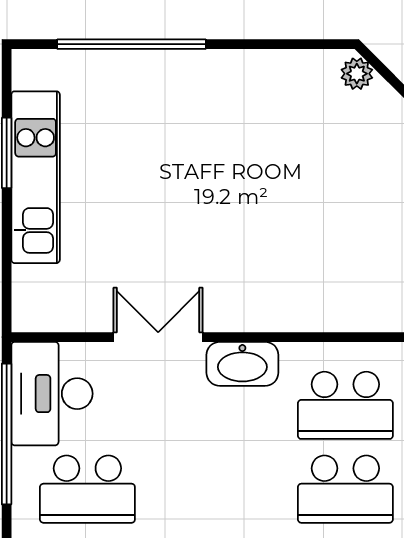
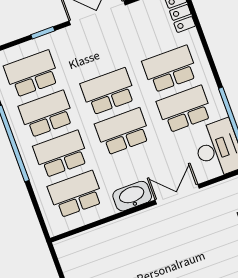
double door: (158, 337) -> (177, 194), swing flipped
school desk: (216, 489) -> (123, 132), added

